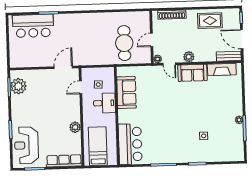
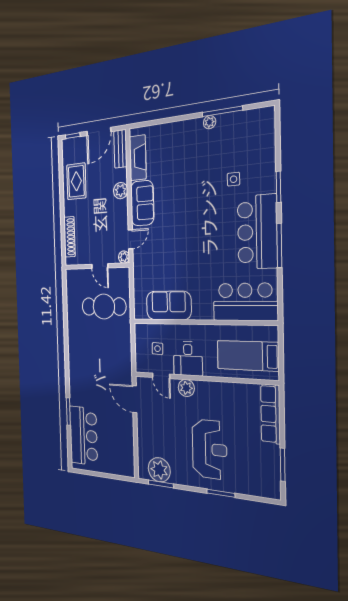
plant: (189, 57) -> (121, 191), moved
desk: (104, 103) -> (188, 359), moved, turned 180
plant: (75, 127) -> (186, 388), moved
reception desk: (26, 145) -> (209, 449), moved, turned -90
bar counter: (172, 151) -> (257, 232), added

